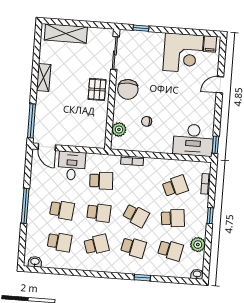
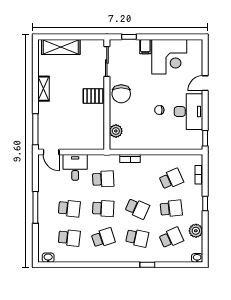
filing cabinet: (210, 44) -> (145, 47), moved
pallet: (97, 89) -> (93, 96), turned 90
chair: (147, 121) -> (159, 110), moved
desk: (193, 140) -> (189, 112), moved, turned -90
school desk: (170, 250) -> (171, 238), turned -36

